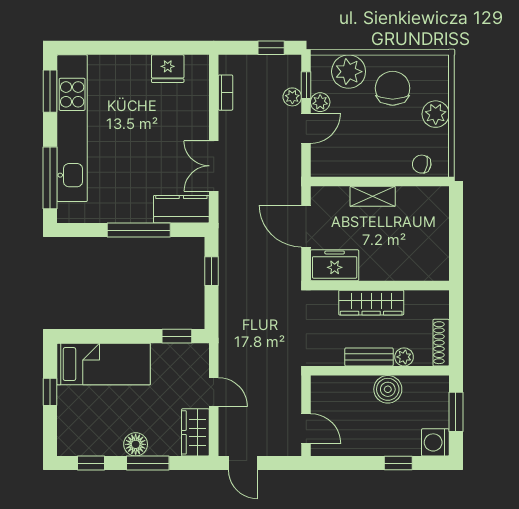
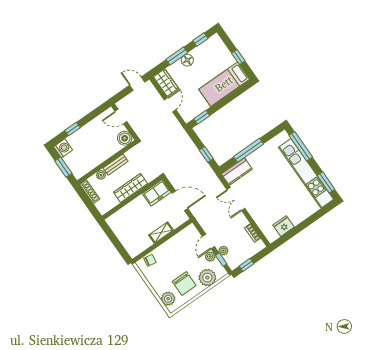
plant: (436, 114) -> (168, 299), moved
double door: (214, 166) -> (236, 199), swing flipped
boiler: (388, 389) -> (125, 138), moved
door: (214, 392) -> (170, 105), swing flipped

